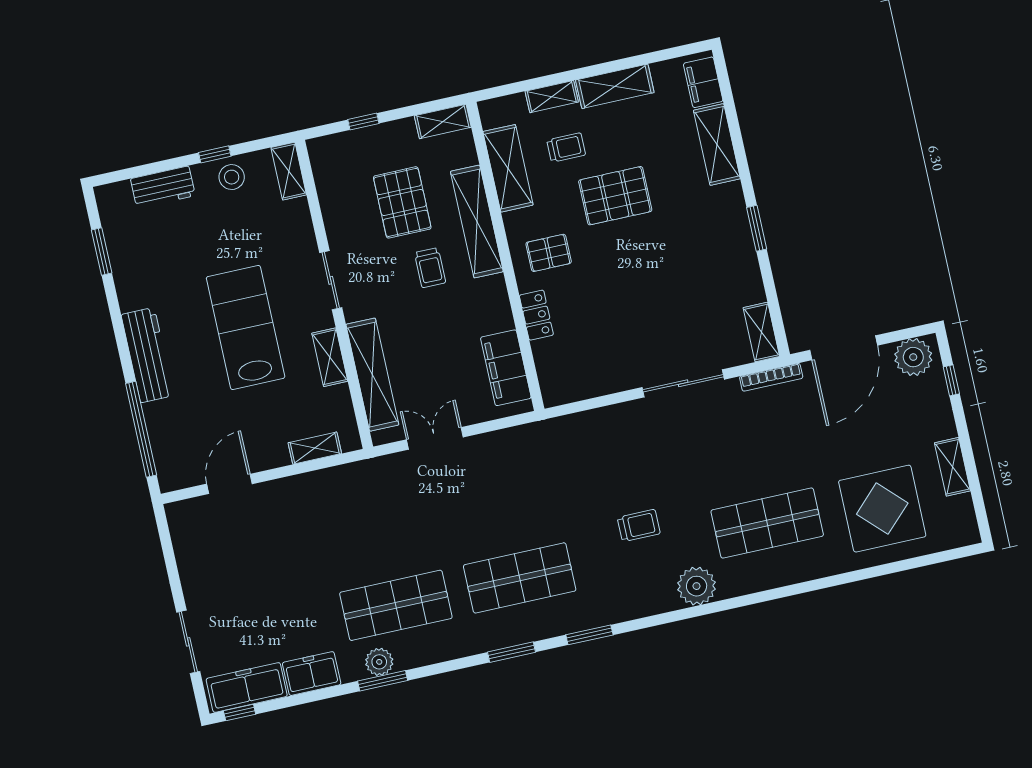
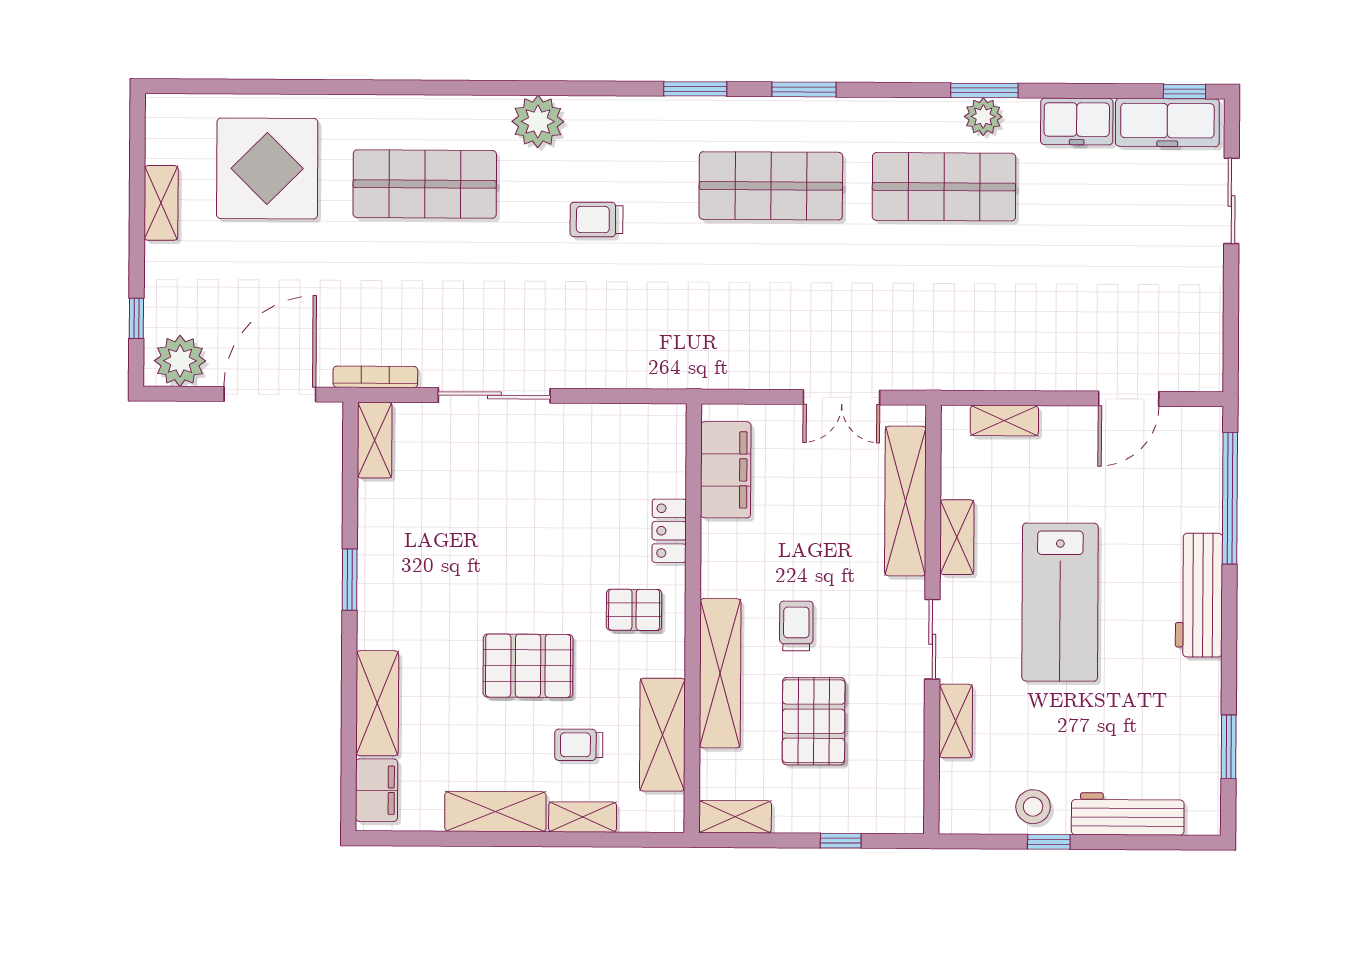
shelving: (289, 171) -> (956, 721), moved
workbench: (163, 187) -> (1128, 814), width x1.38

